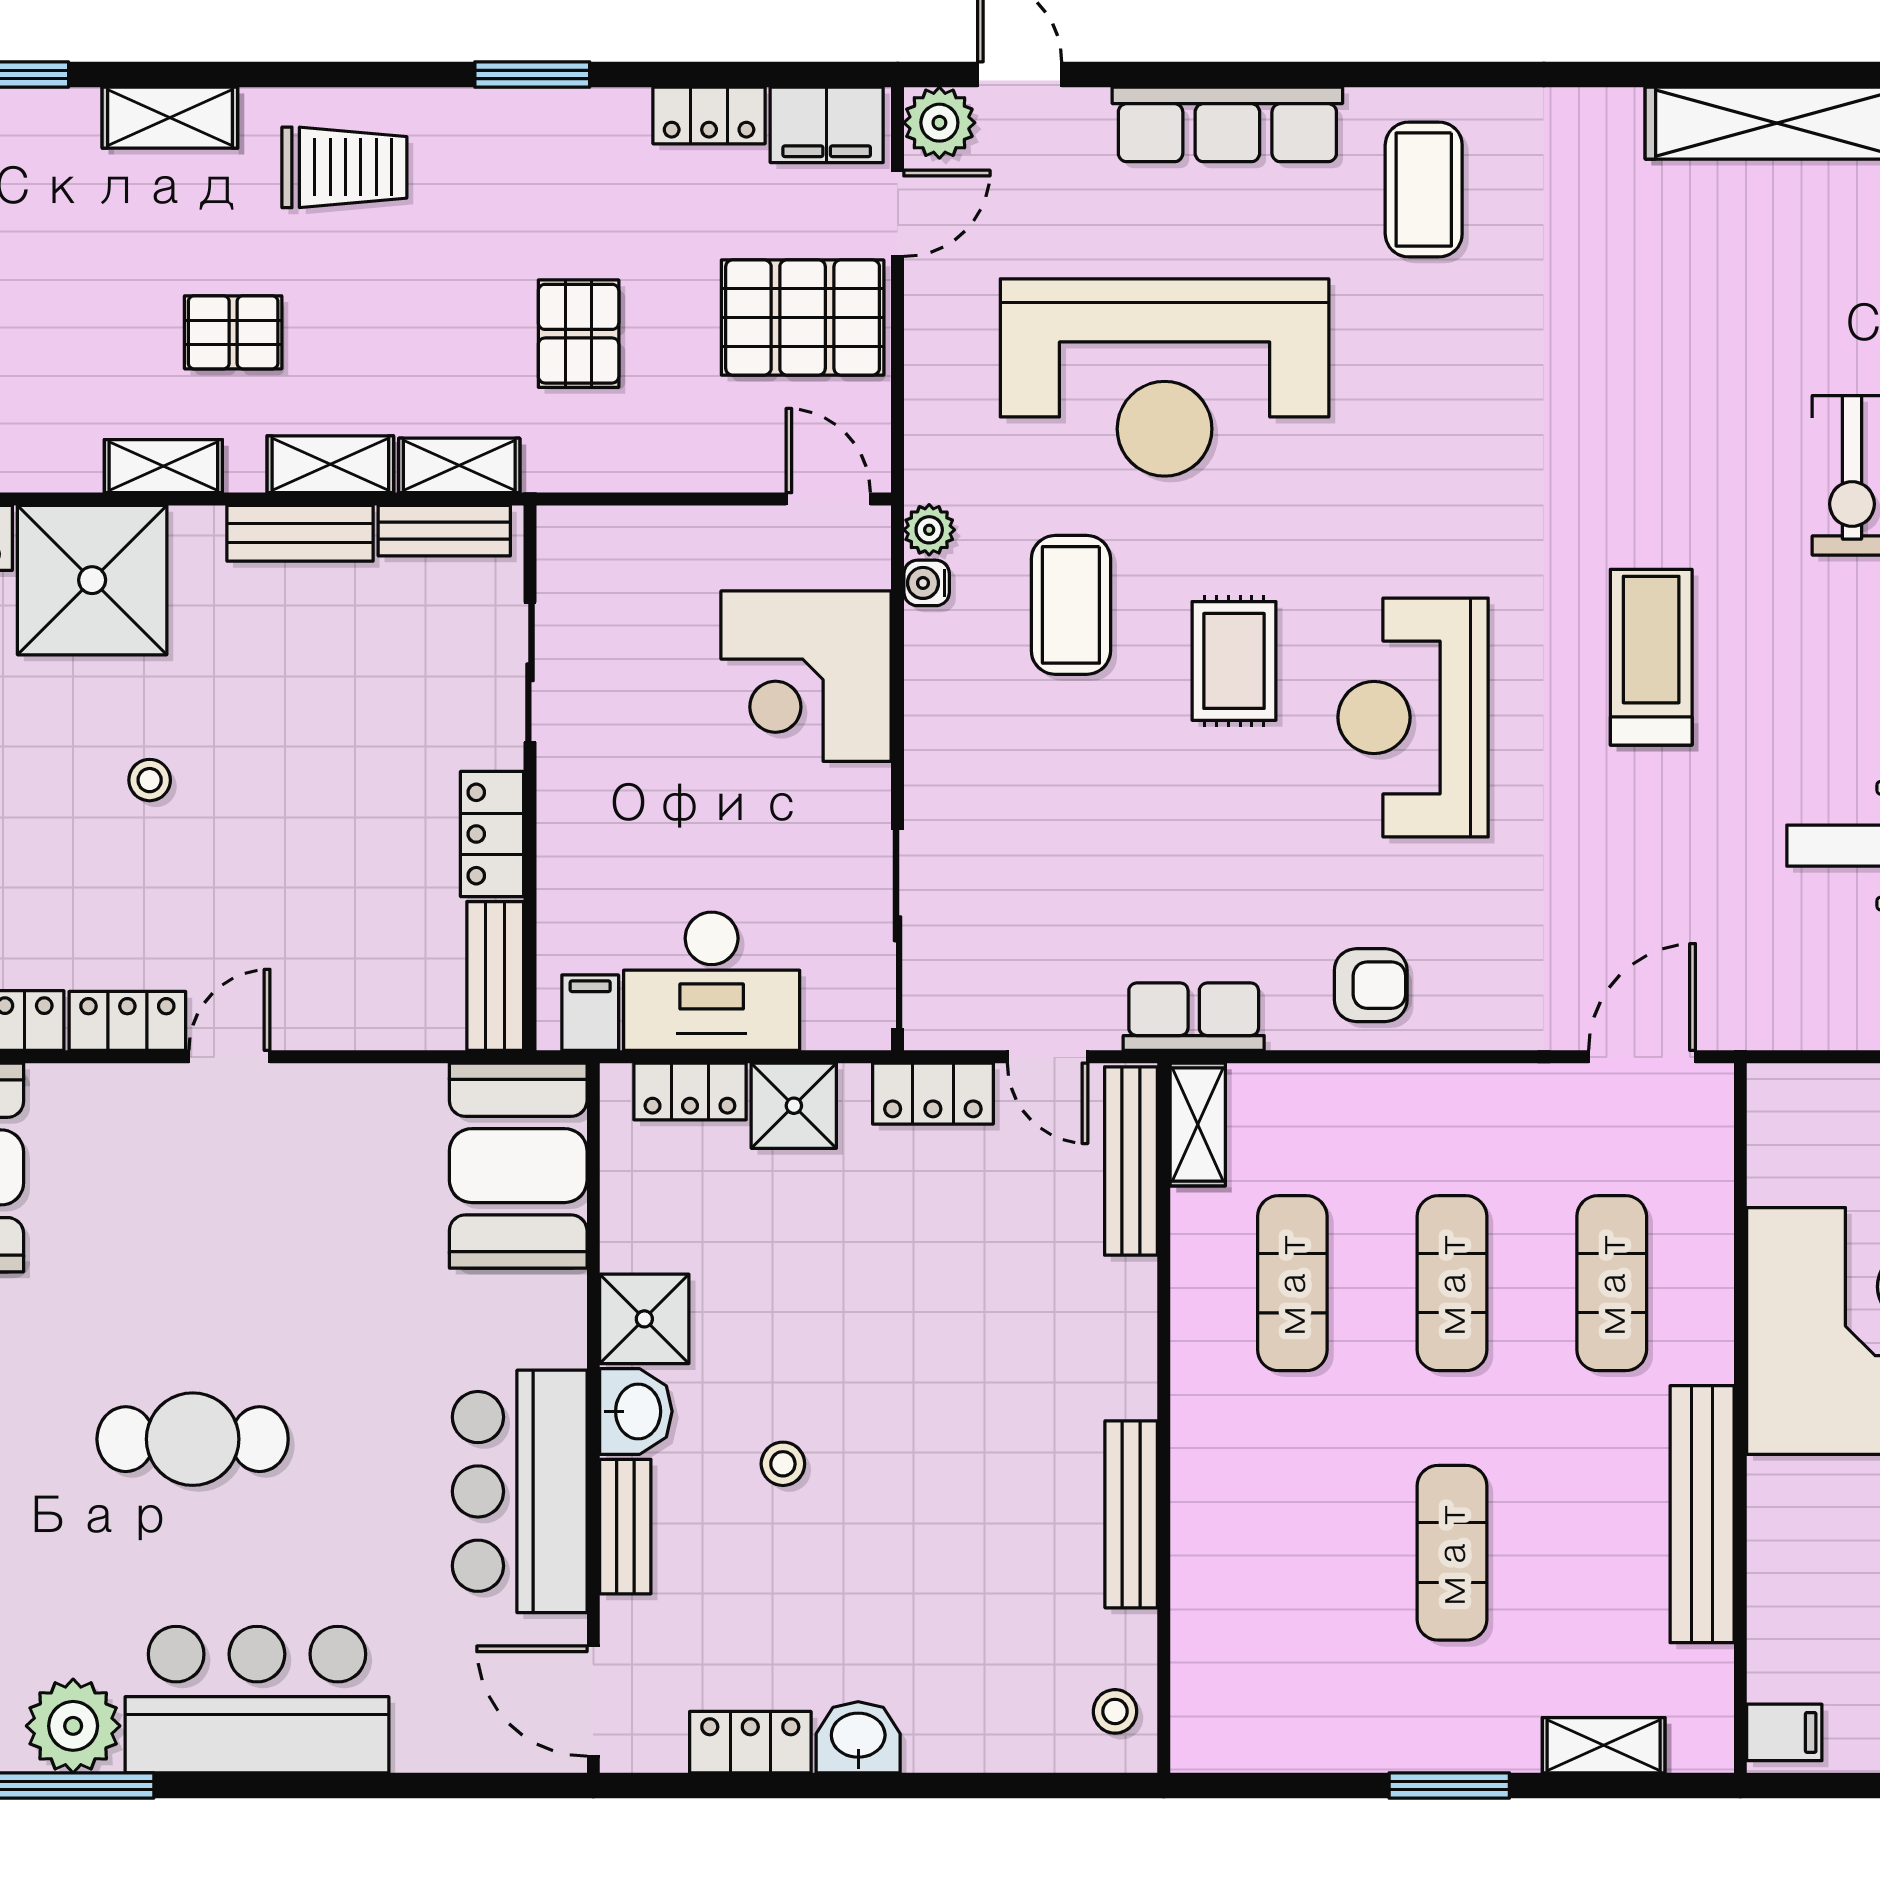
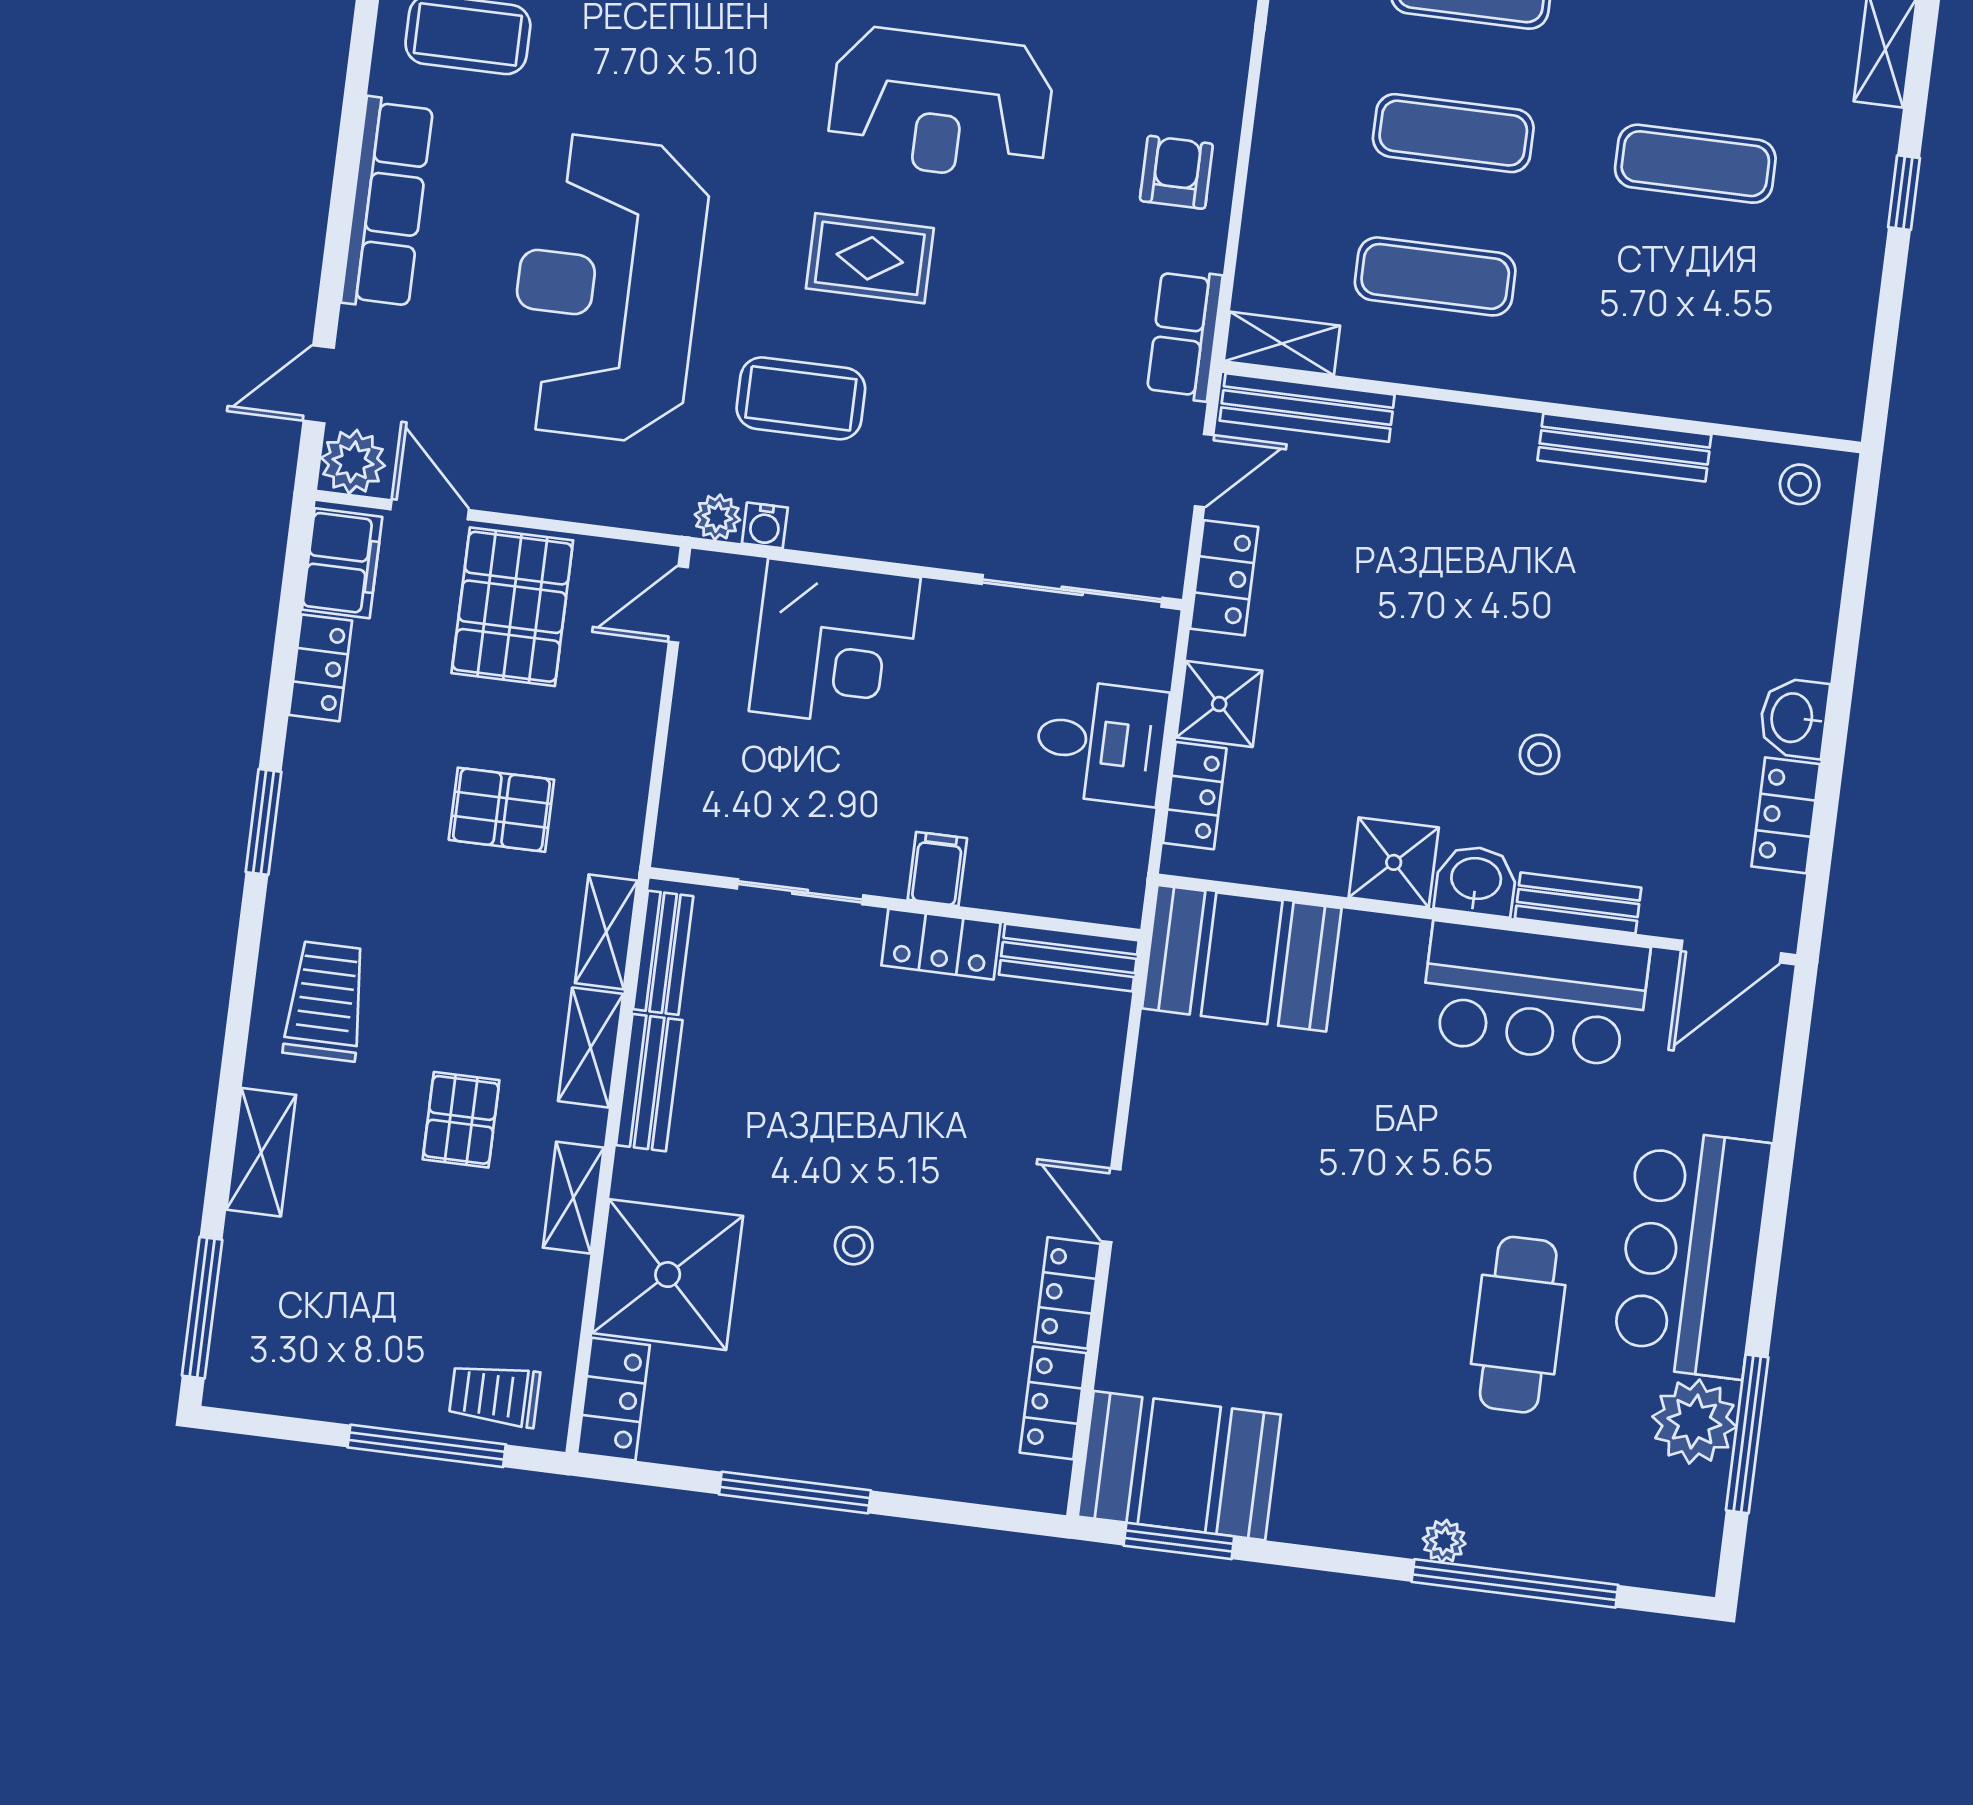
reception desk: (1165, 377) -> (607, 289), turned 180
desk: (712, 981) -> (1101, 742), width x0.73
filing cabinet: (590, 1013) -> (937, 869), moved, turned 90
cafe table: (193, 1439) -> (1518, 1325), moved
window: (1449, 1785) -> (1904, 193), width x0.67

